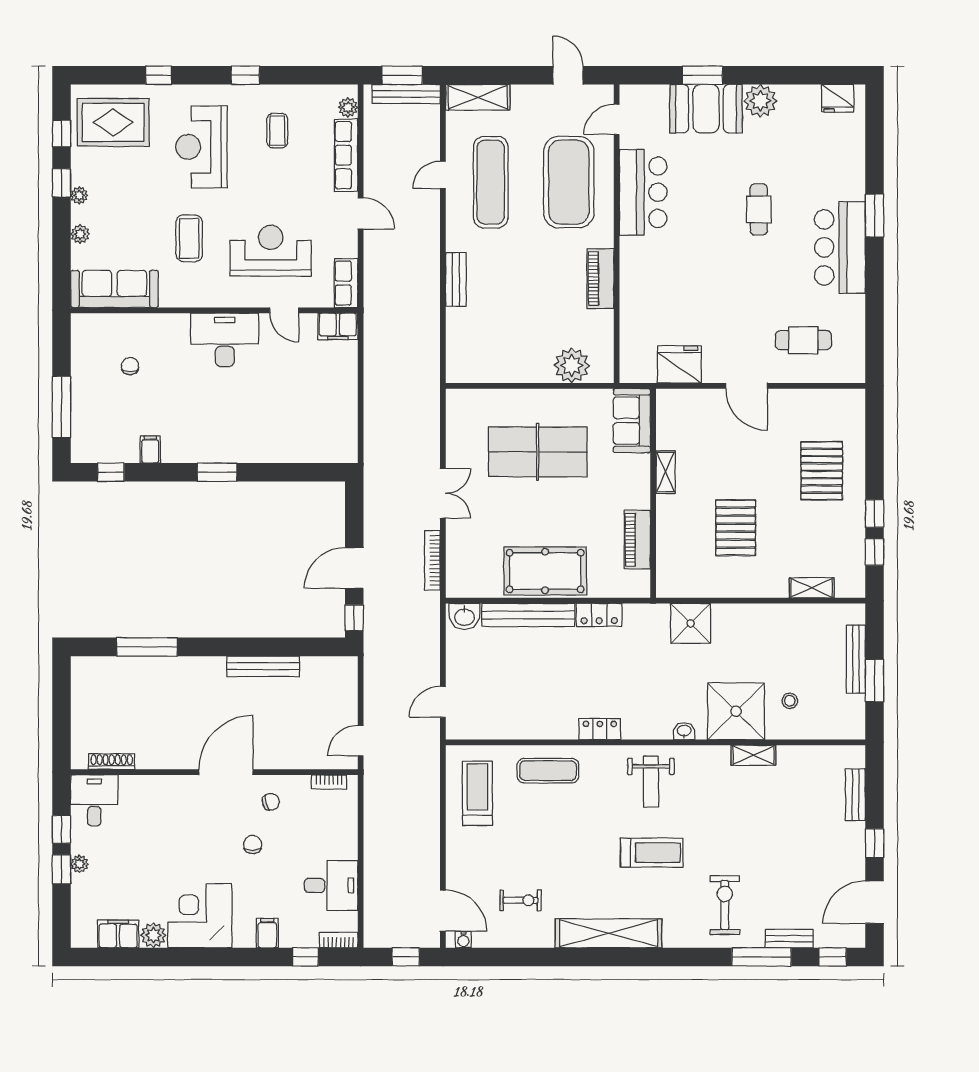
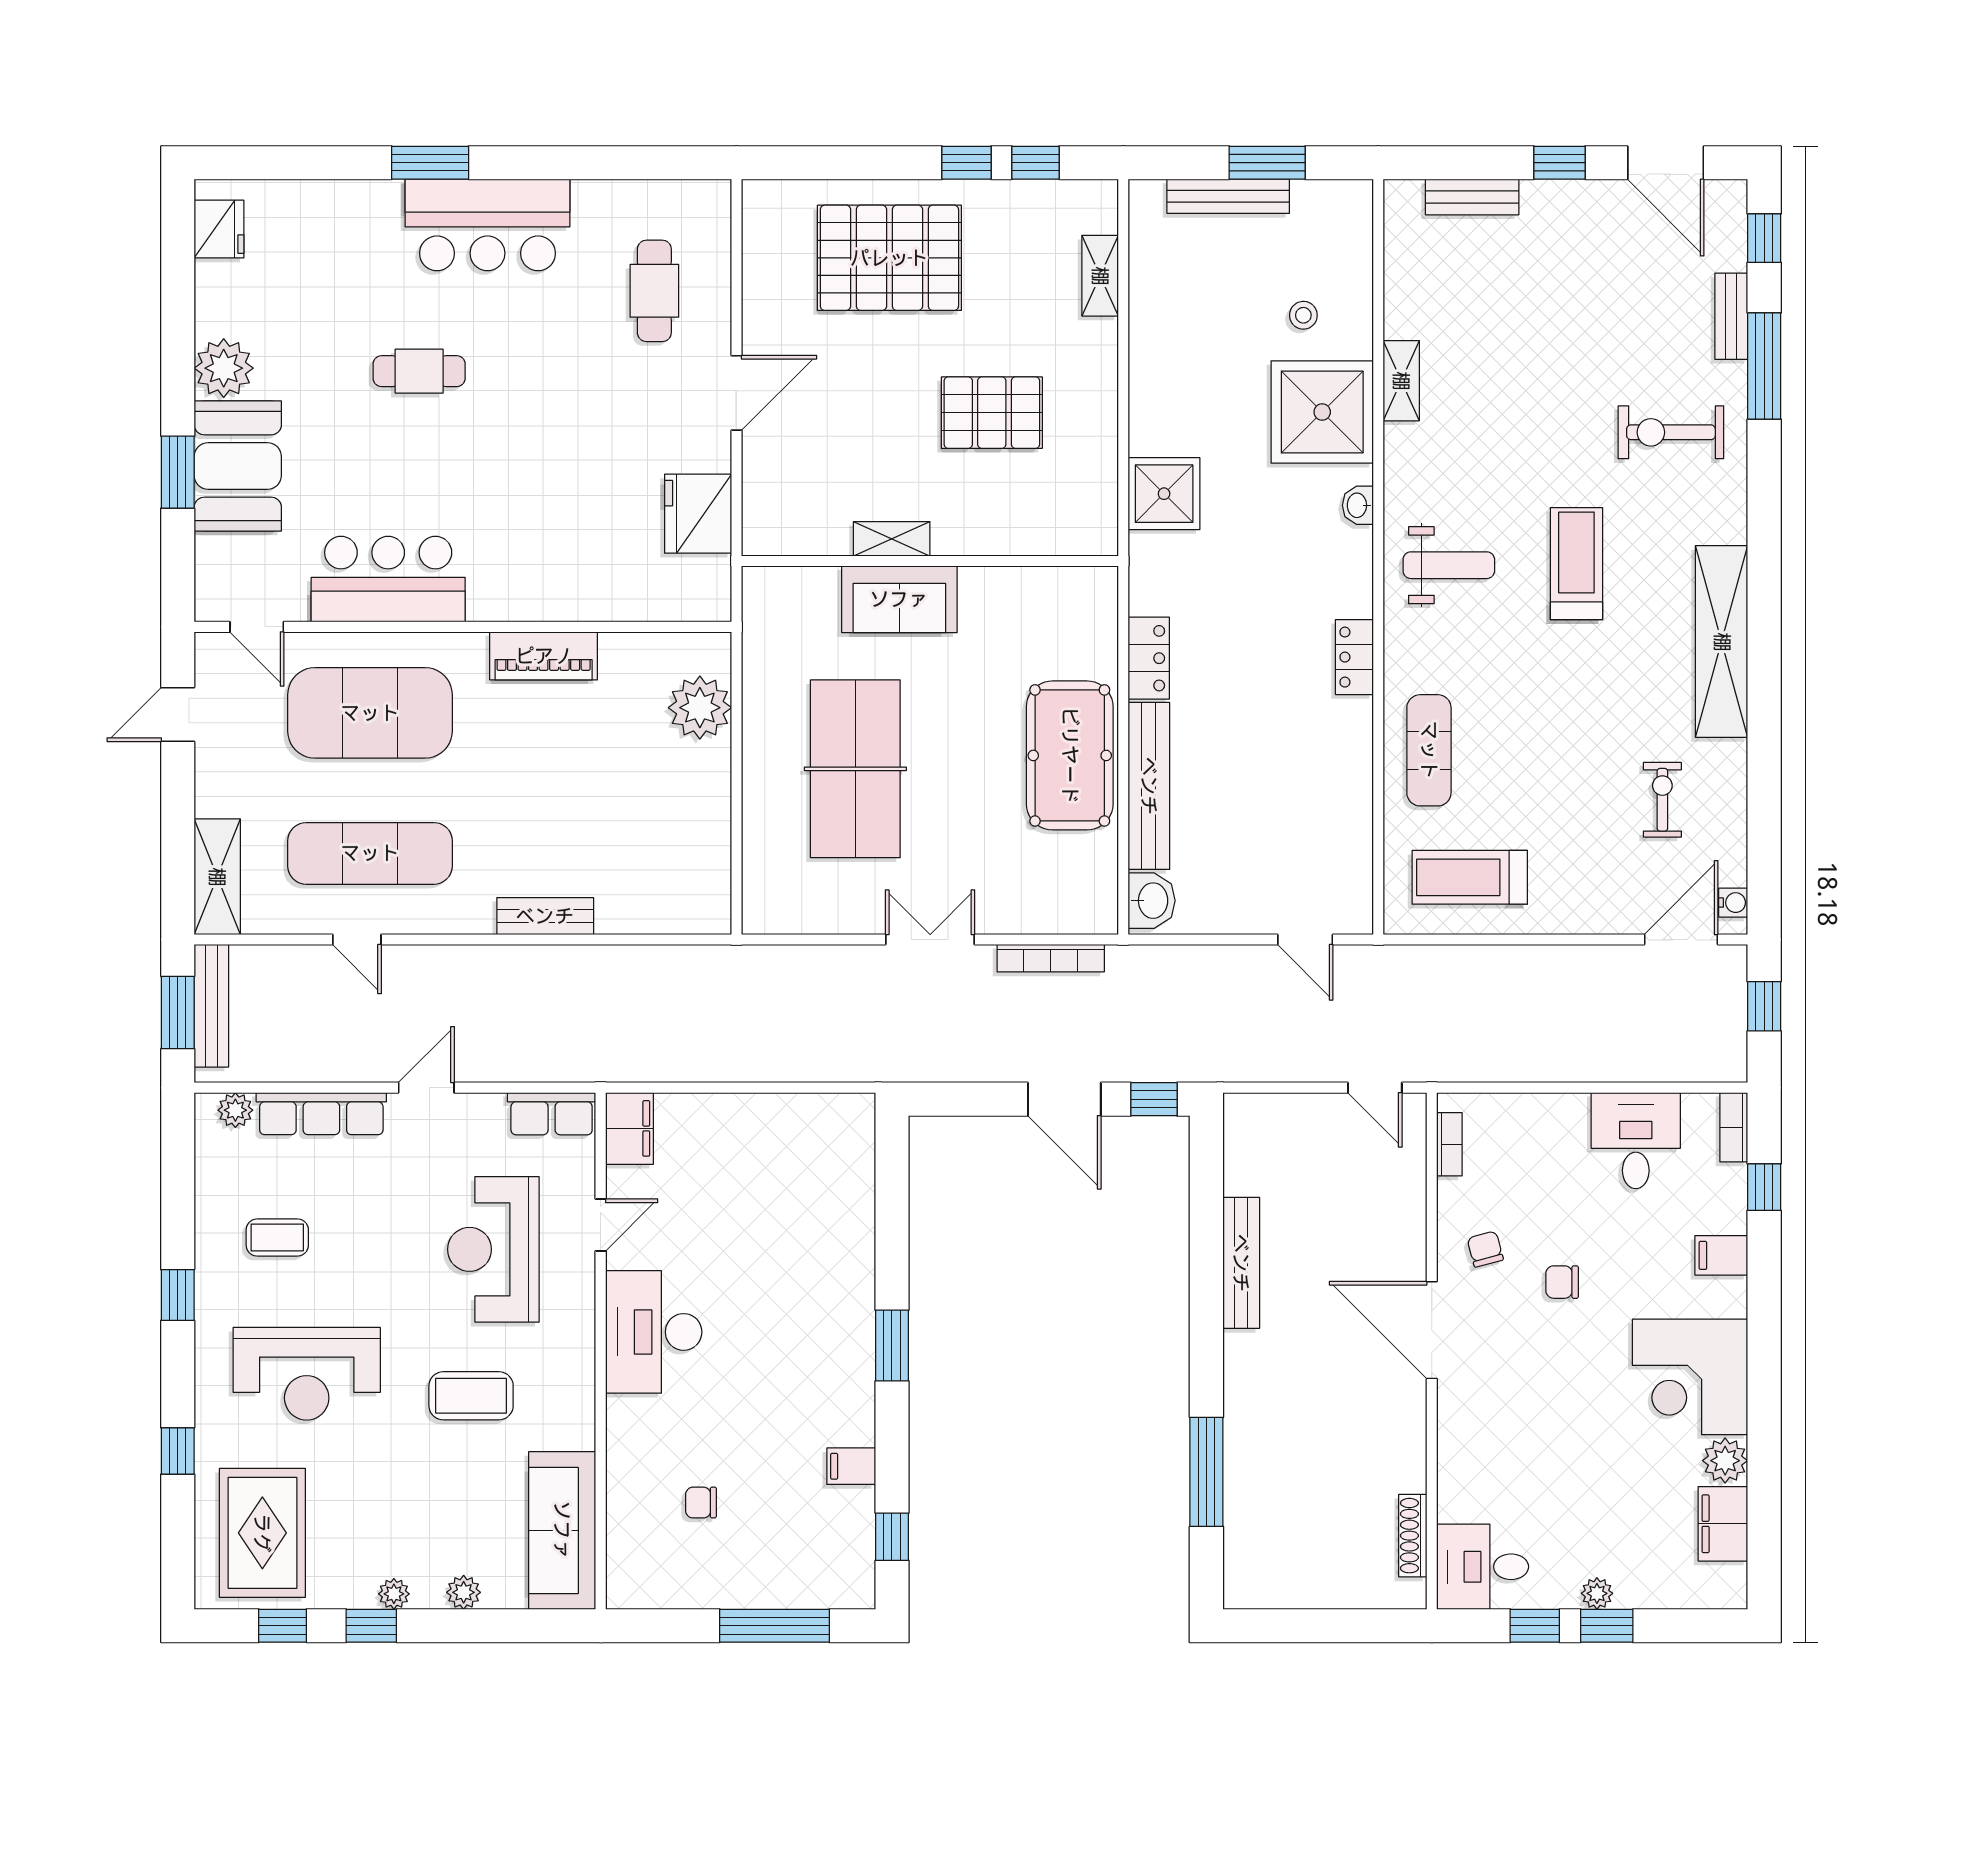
sofa: (632, 421) -> (899, 599), moved
pallet: (822, 471) -> (889, 258), width x1.37, depth x1.41
piano: (637, 540) -> (1013, 590), removed

